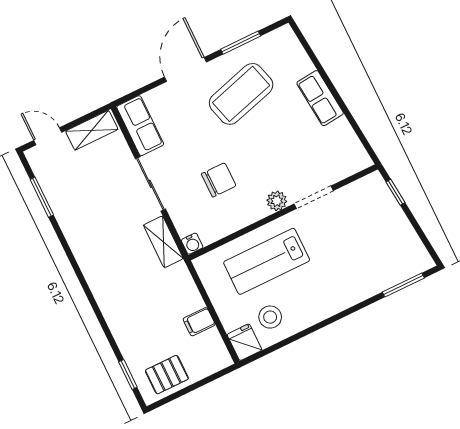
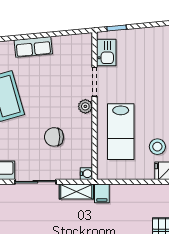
chair: (219, 180) -> (54, 137), turned -90
kitchen sink: (358, 194) -> (106, 52), added
filing cabinet: (199, 322) -> (102, 193), moved

